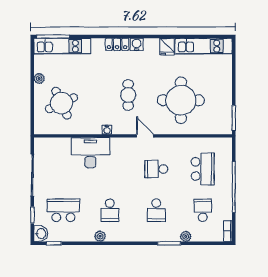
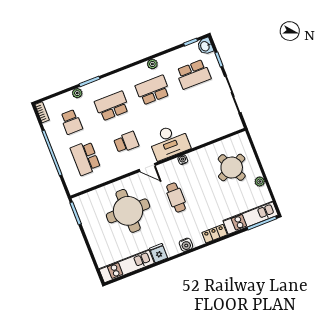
locker: (117, 44) -> (215, 234), moved
desk: (90, 153) -> (169, 142), moved
school desk: (110, 210) -> (153, 90), width x1.85
school desk: (156, 210) -> (112, 106), width x1.85

